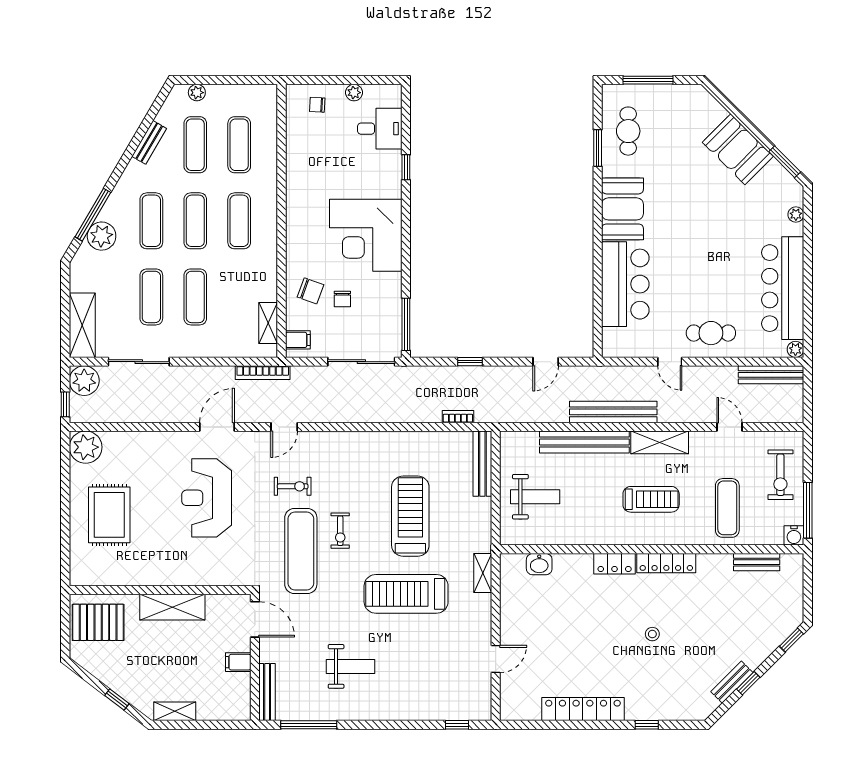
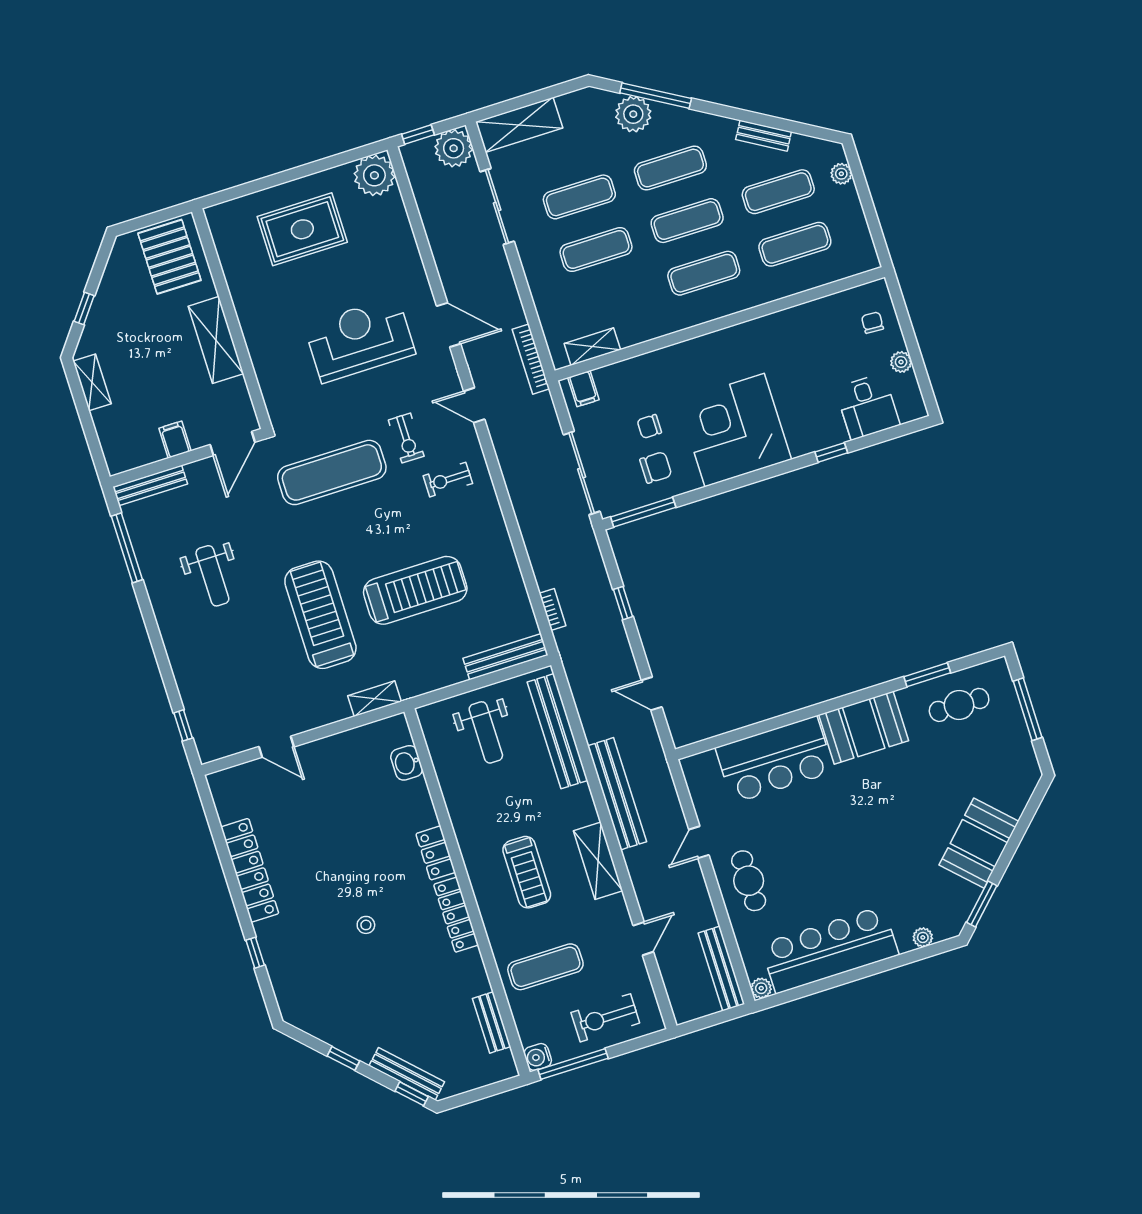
chair: (310, 291) -> (656, 467), moved, turned -110
bench: (584, 442) -> (557, 731), moved
exercise bike: (340, 531) -> (448, 480), moved
bench: (732, 682) -> (407, 1074), moved, width x1.36

